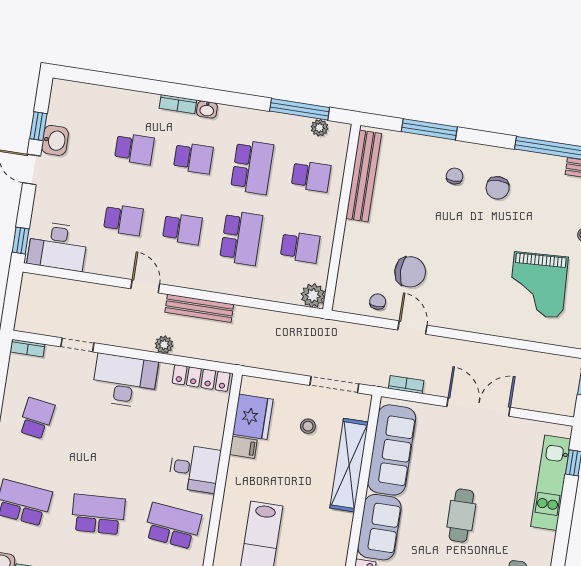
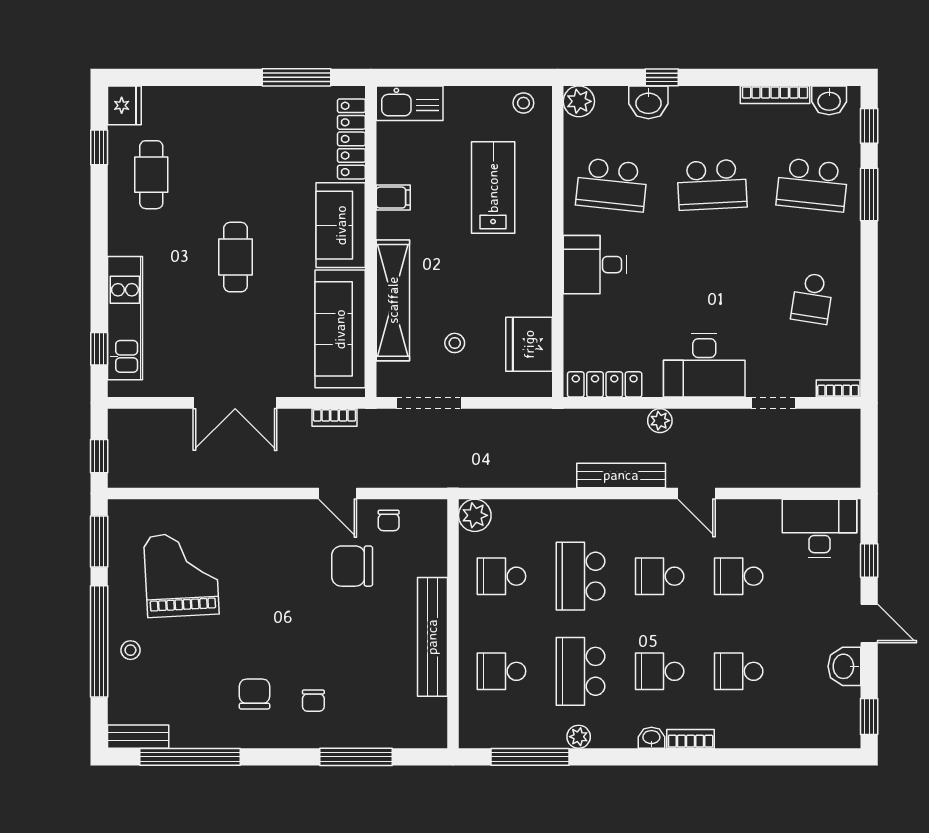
window: (38, 126) -> (869, 717), moved
plant: (319, 128) -> (579, 737), moved
bench: (364, 176) -> (432, 637), moved
window: (21, 241) -> (869, 560), moved
filing cabinet: (243, 447) -> (393, 198), moved, turned 180

